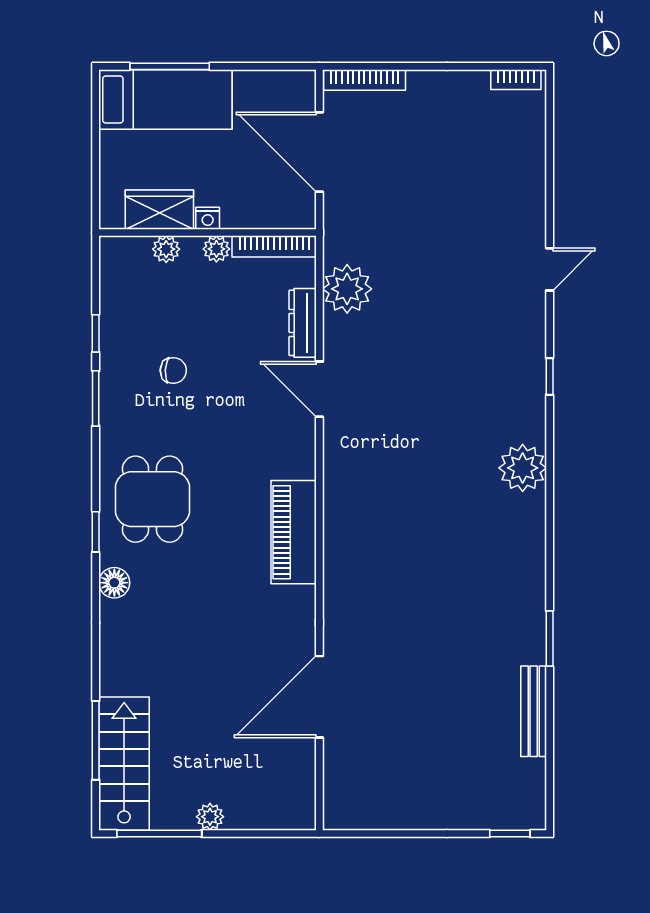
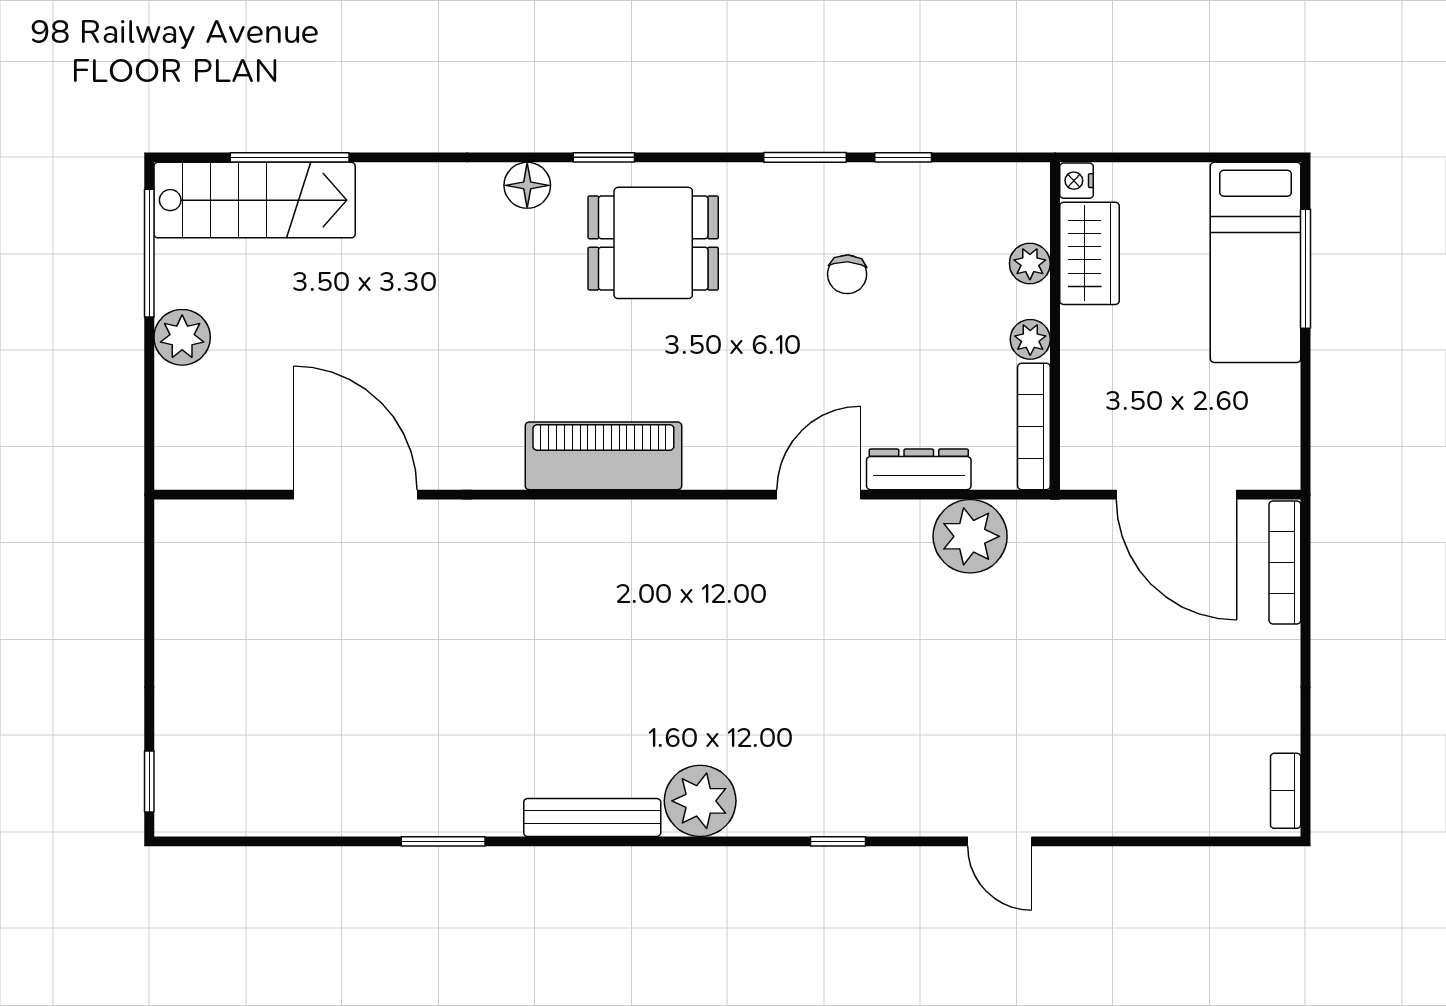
door: (319, 152) -> (1176, 495), swing flipped
nightstand: (208, 218) -> (1077, 181), moved
bench: (534, 711) -> (592, 817), moved
plant: (210, 817) -> (182, 337), width x1.38, depth x1.38

